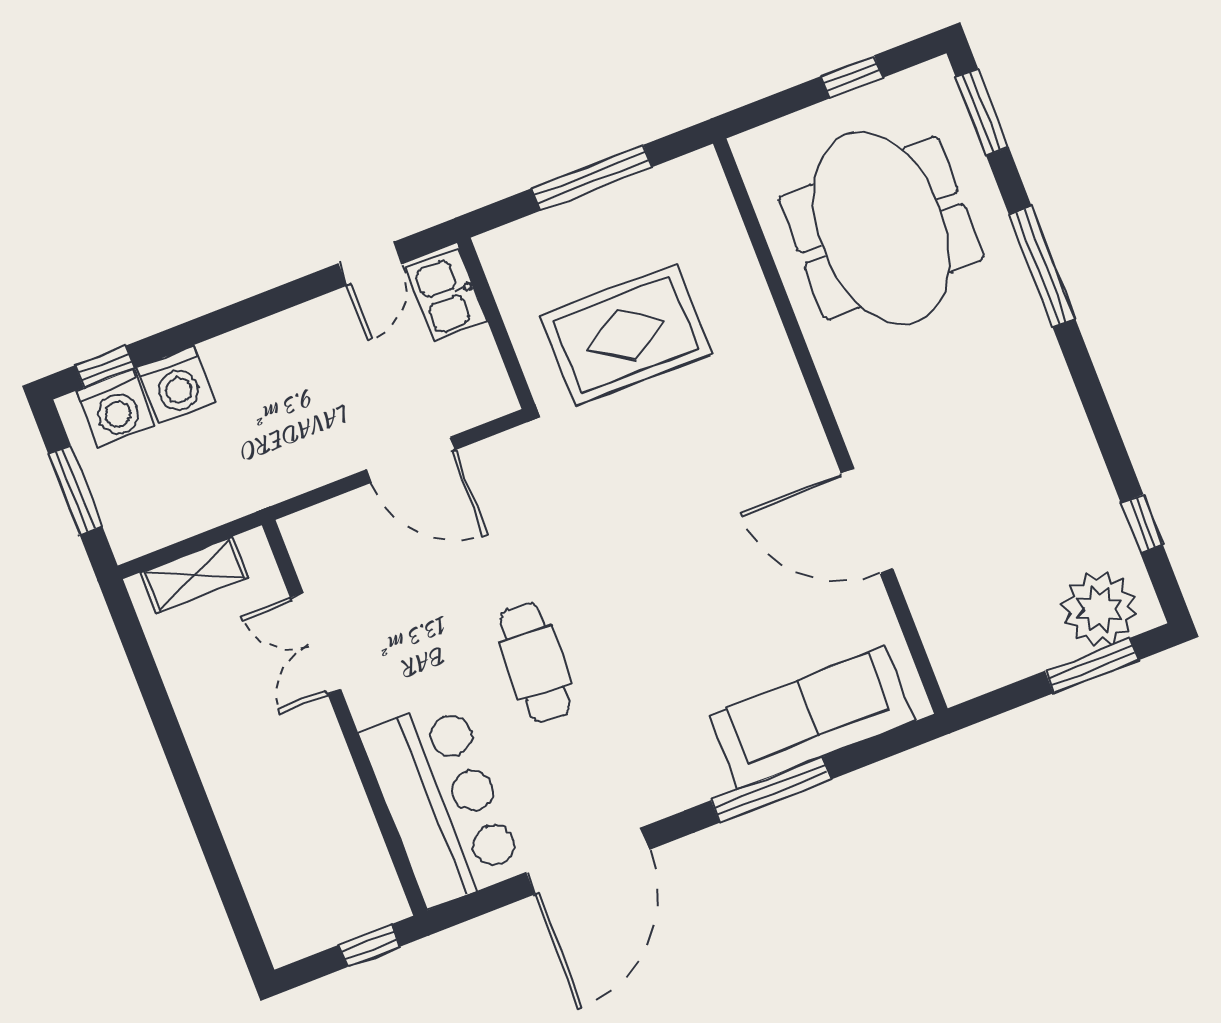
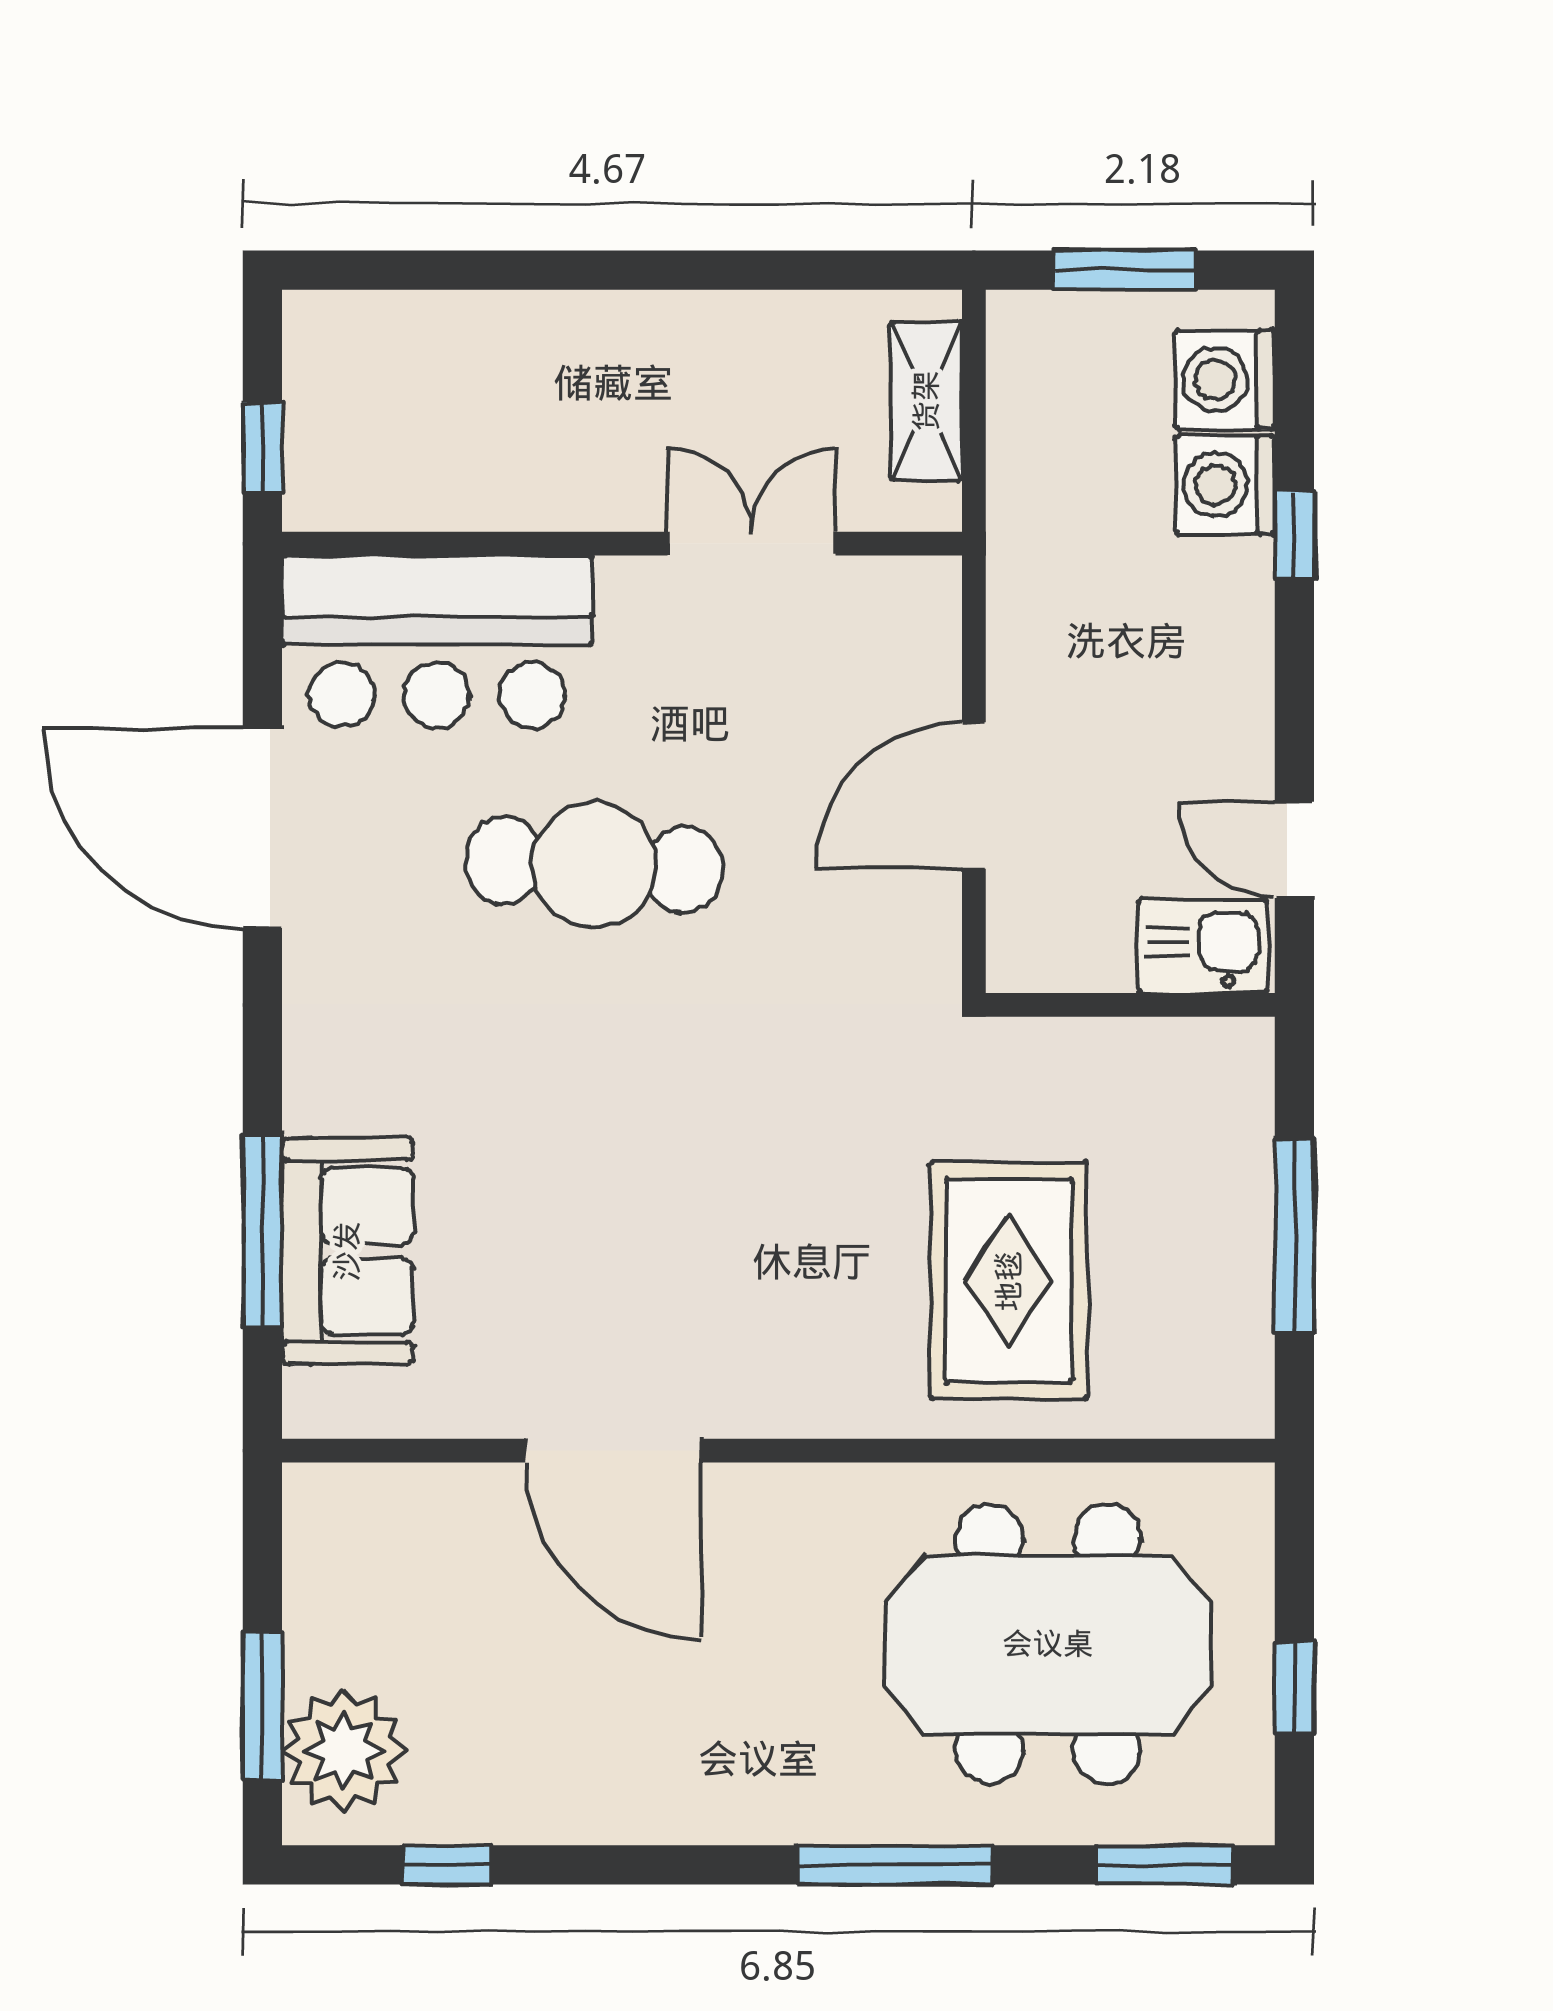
rug: (626, 335) -> (1009, 1281), moved
window: (105, 367) -> (1294, 535), moved
door: (867, 521) -> (613, 1451), swing flipped
cafe table: (535, 663) -> (594, 865), width x1.37, depth x1.35
sofa: (812, 718) -> (347, 1251), width x0.73
window: (771, 790) -> (262, 1230), moved

